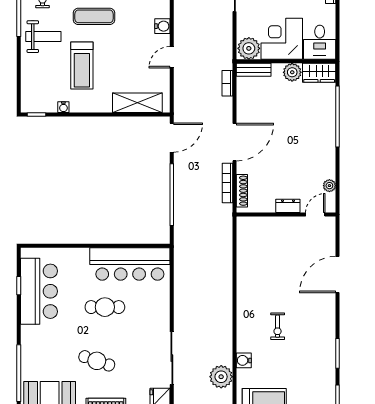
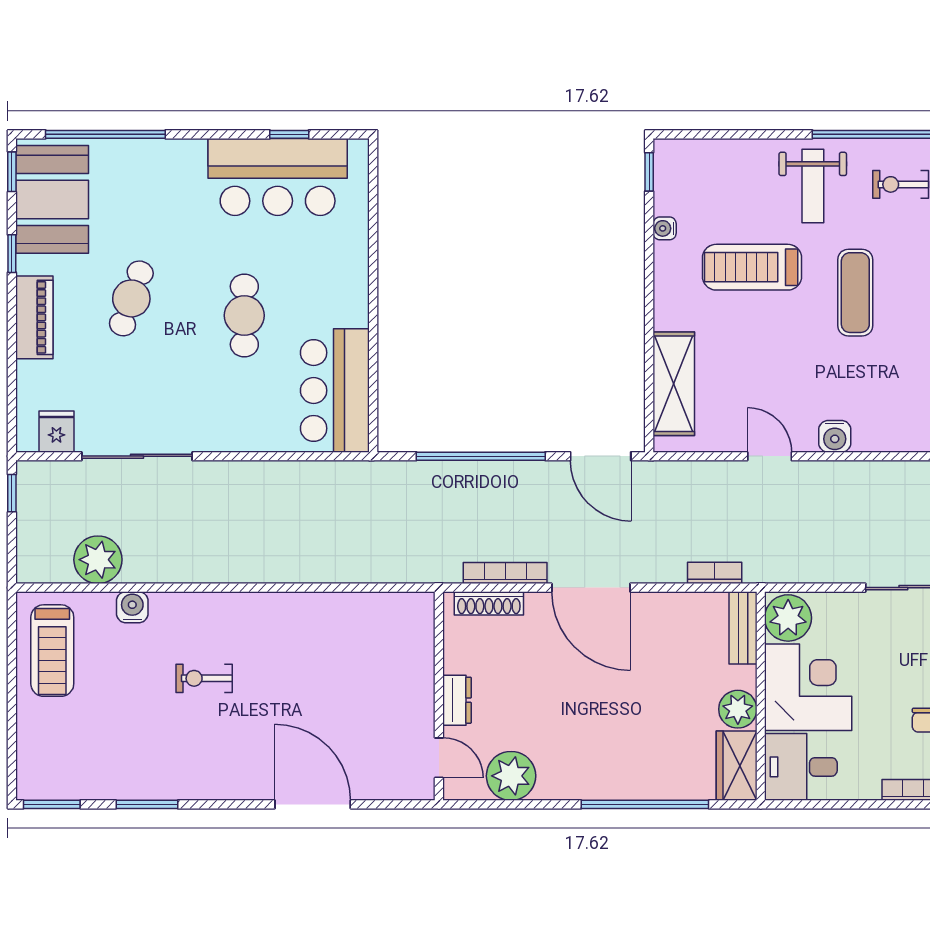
plant: (329, 186) -> (511, 776), width x1.87, depth x1.87
bar counter: (130, 264) -> (335, 390), width x0.73

